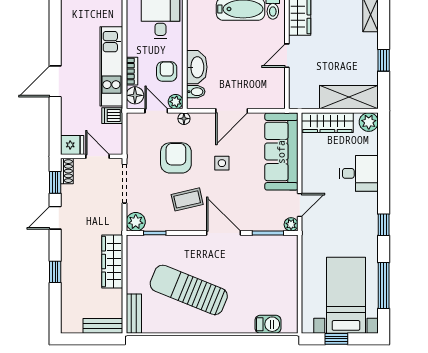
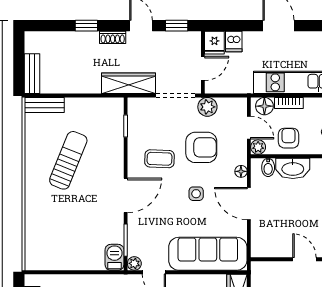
armchair: (167, 71) -> (289, 138), turned -90
door: (156, 111) -> (249, 128), hinge flipped
dishwasher: (112, 116) -> (234, 42), moved, turned 180
floor lamp: (184, 119) -> (241, 171), moved
shoe rack: (67, 171) -> (113, 37), moved
coffee table: (187, 199) -> (159, 159), turned -75
plant: (136, 222) -> (207, 107), moved
wardrobe: (112, 262) -> (129, 83), moved
sun lounger: (189, 290) -> (68, 160), width x0.73, depth x0.75
barbecue: (268, 324) -> (114, 257), moved, turned 180

